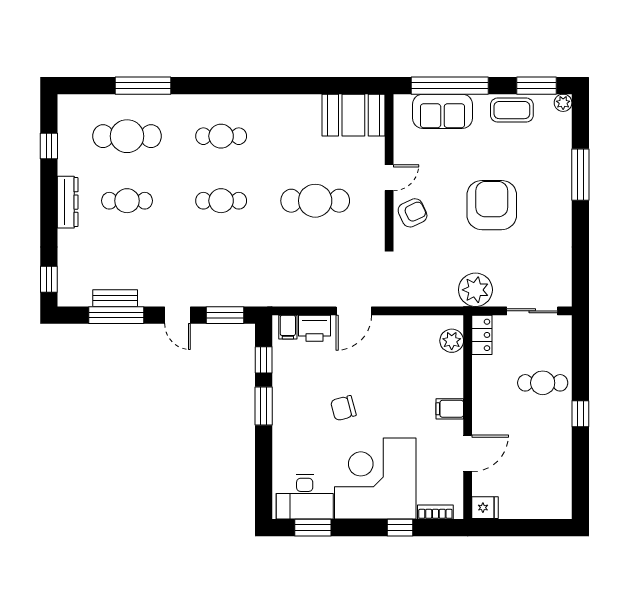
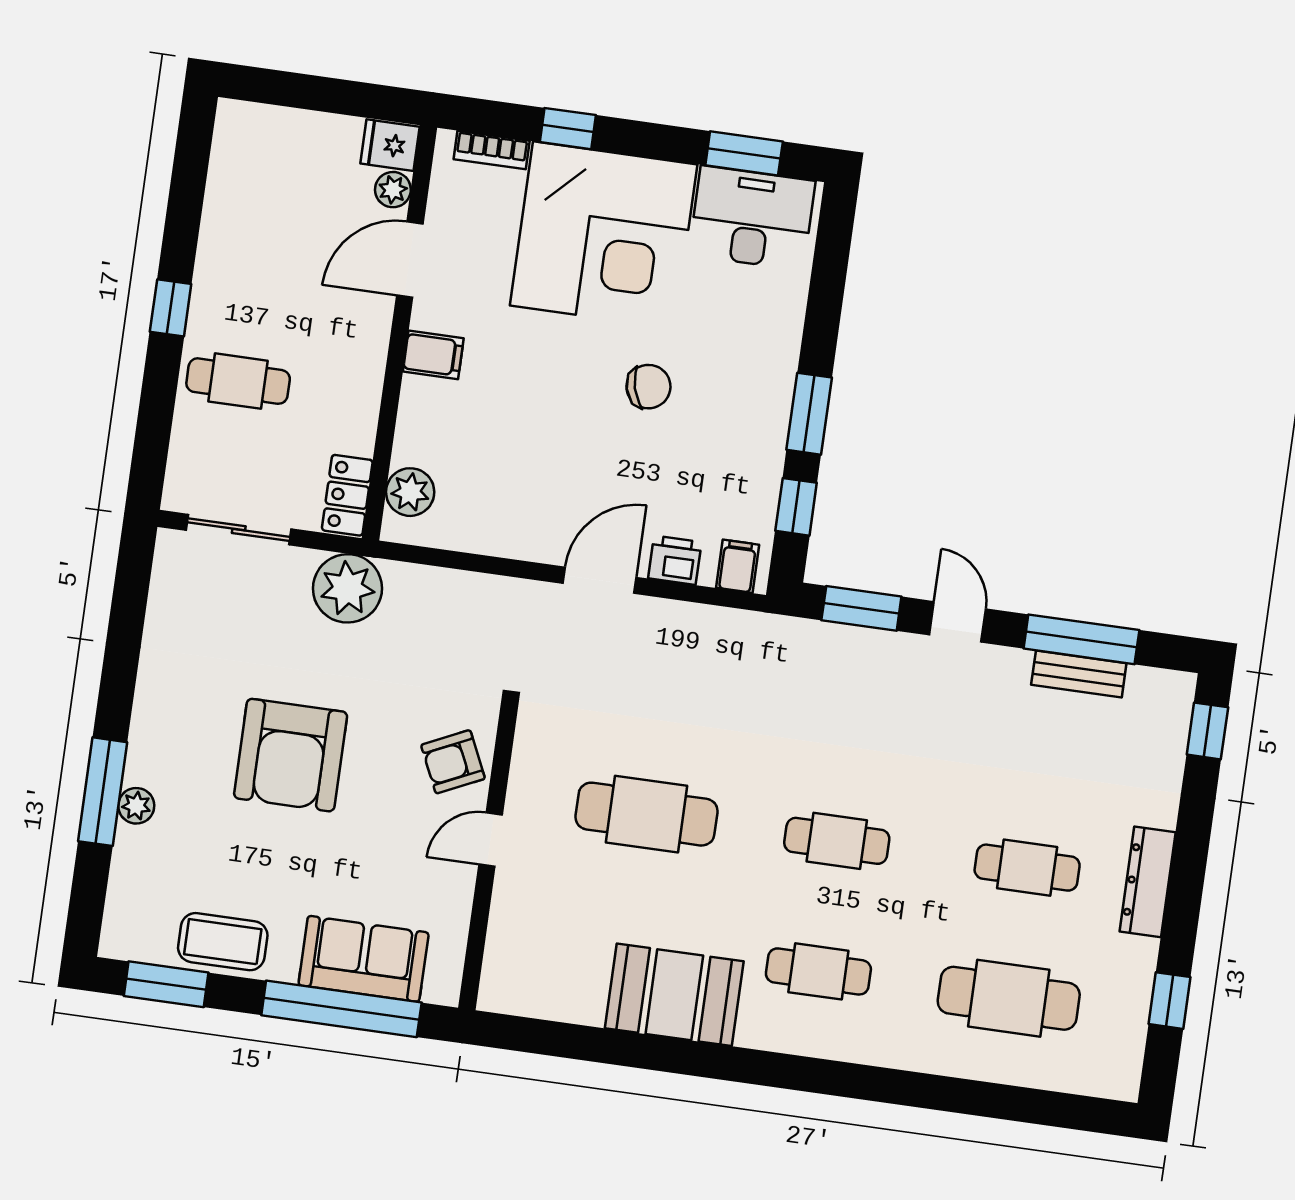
window: (143, 86) -> (962, 1096), removed
plant: (563, 103) -> (136, 806), moved
booth: (353, 115) -> (674, 995), moved
printer: (314, 328) -> (675, 560), width x0.73, depth x0.81
plant: (481, 486) -> (393, 190), added

